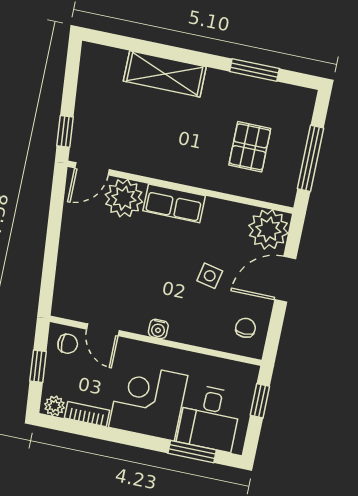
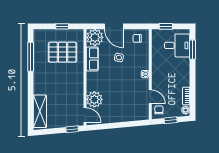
window: (254, 70) -> (31, 57), width x1.44
shelving: (165, 74) -> (40, 111), moved
pallet: (250, 147) -> (63, 52), width x1.50, depth x1.42
window: (310, 158) -> (62, 26), width x0.46
row of seats: (174, 203) -> (92, 59), moved
door: (103, 330) -> (150, 97), hinge flipped
corner desk: (148, 401) -> (176, 72), removed

